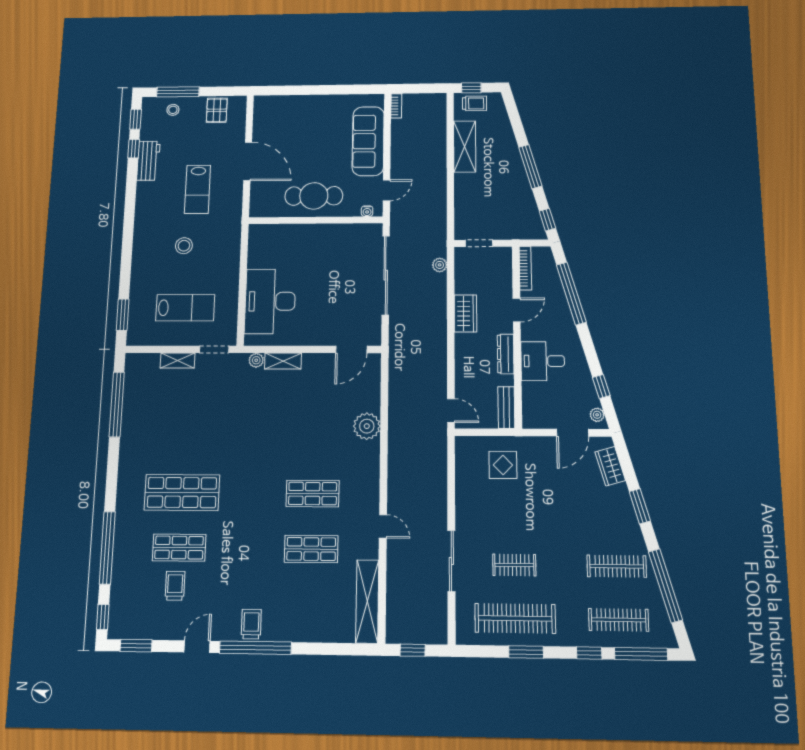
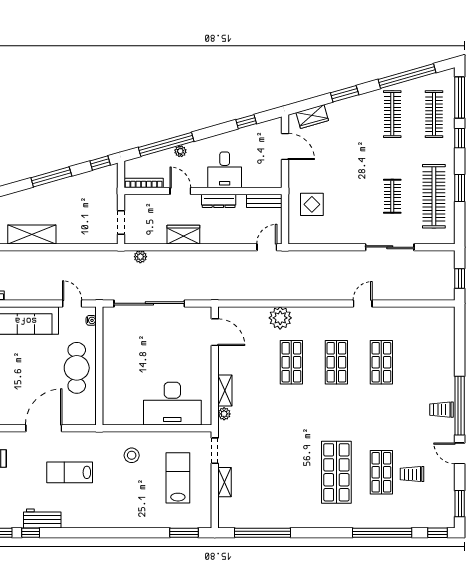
lab bench: (198, 189) -> (70, 472), turned 180
stool: (184, 246) -> (132, 455), moved
plant: (597, 415) -> (180, 151), moved
shop shelf: (314, 439) -> (291, 362), added
shelving: (367, 601) -> (422, 315), removed

